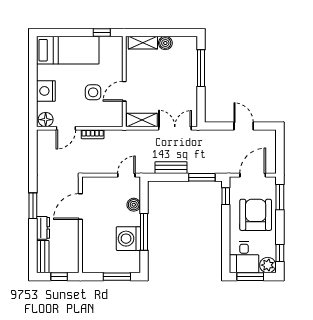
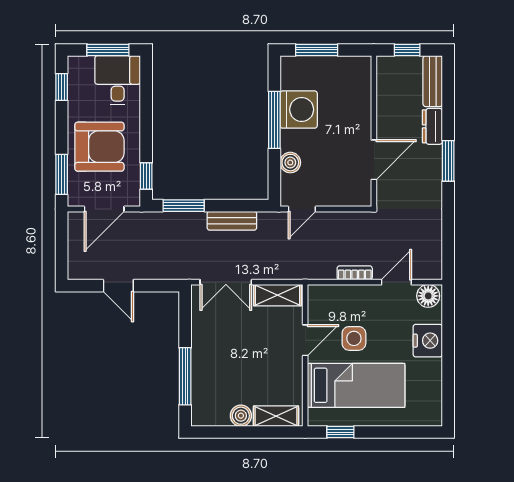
bed: (68, 50) -> (356, 385), moved, turned 180
armchair: (256, 215) -> (99, 147), turned -90
plant: (268, 265) -> (81, 68), removed

